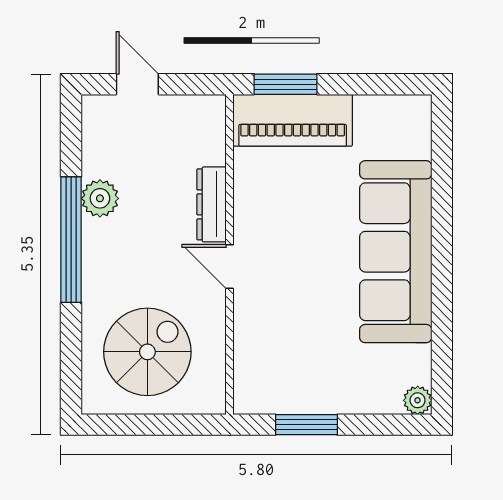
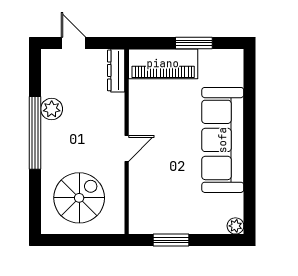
window: (285, 84) -> (194, 43), moved
dresser: (212, 204) -> (116, 70), moved
door: (230, 267) -> (127, 149), swing flipped

